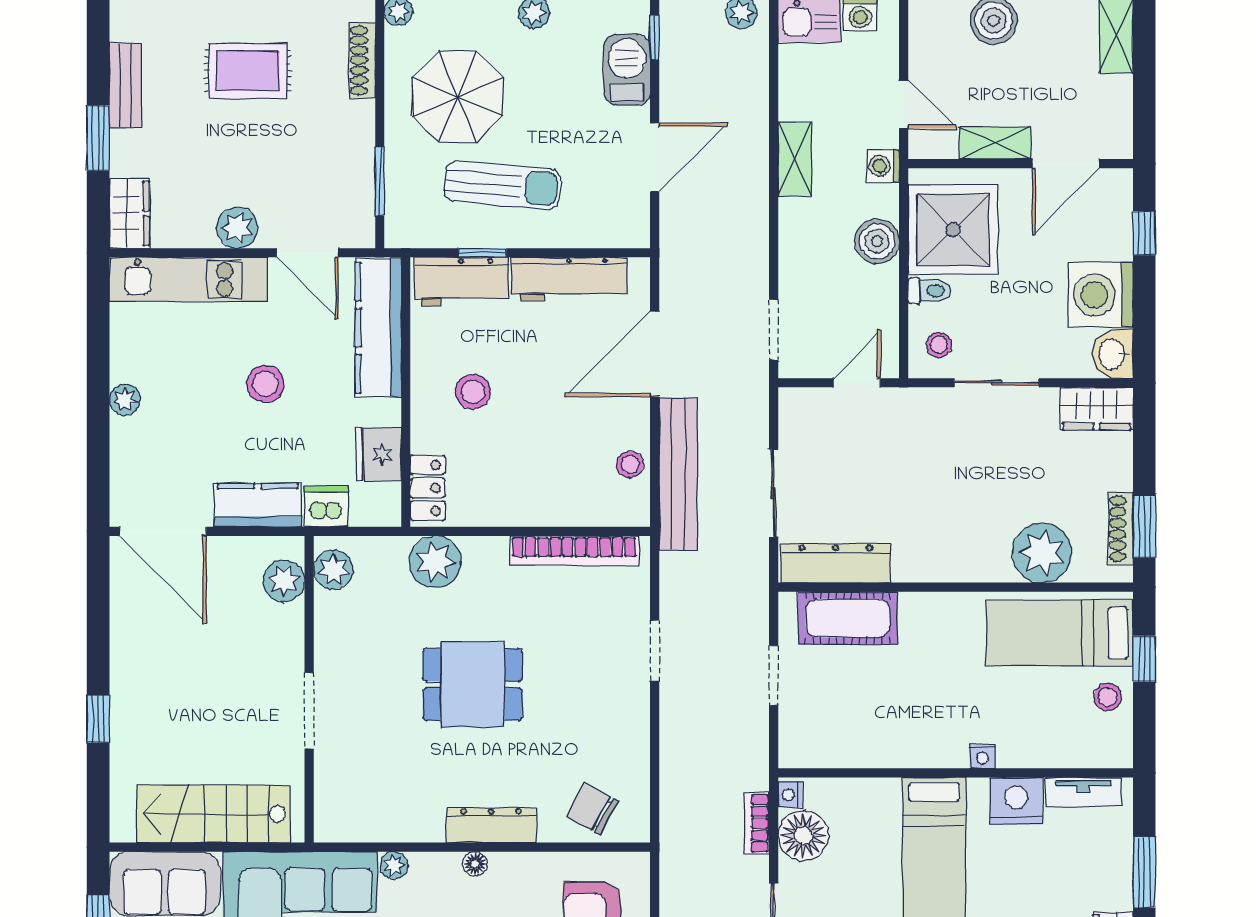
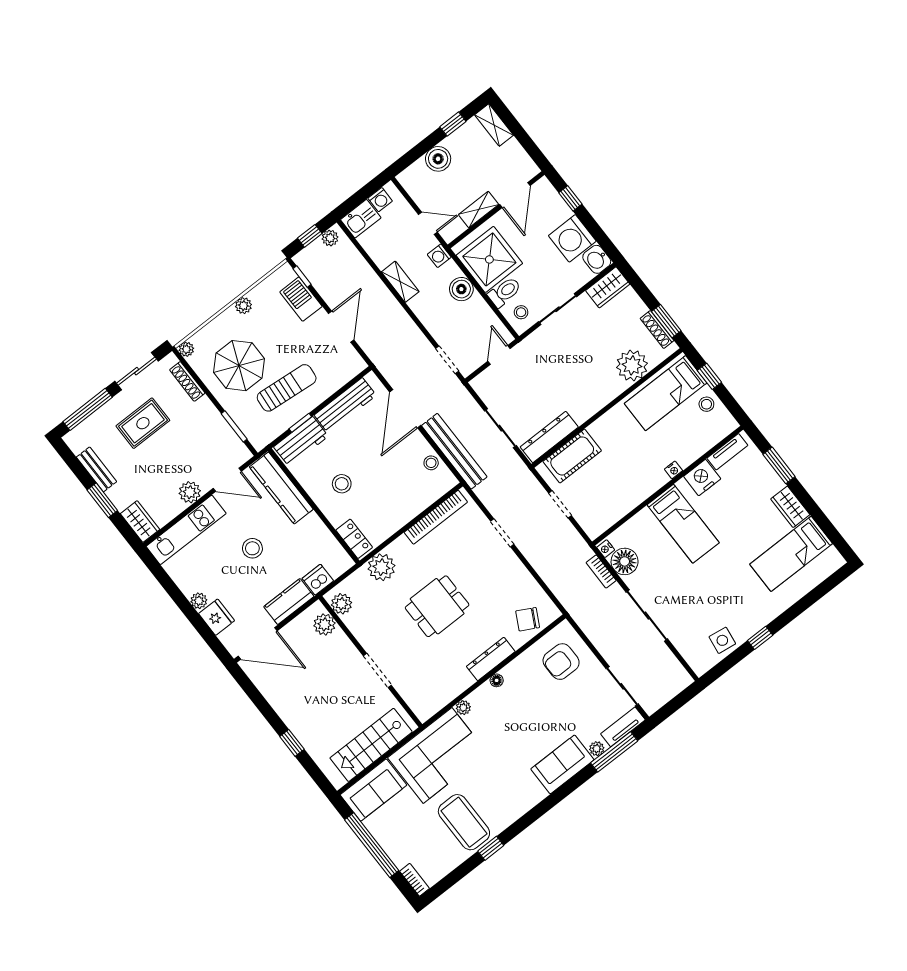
toilet: (929, 291) -> (504, 292), width x1.37, depth x1.39
fridge: (378, 454) -> (217, 617), moved, turned 180

